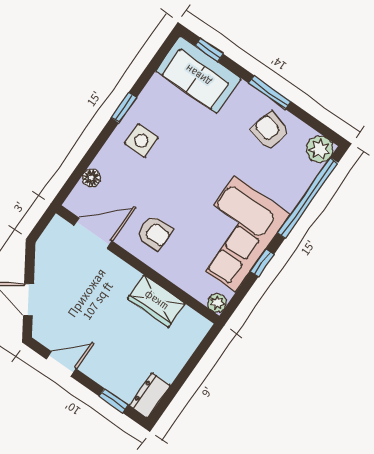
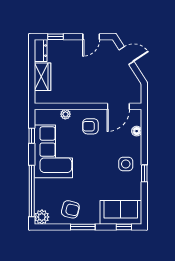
window: (262, 263) -> (32, 136), moved
wardrobe: (156, 301) -> (43, 77), moved, turned 90
plant: (217, 303) -> (65, 114), moved

